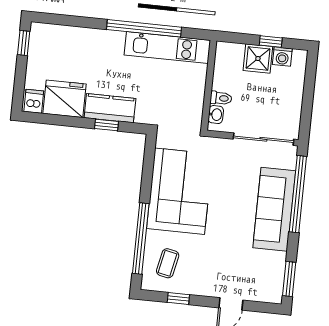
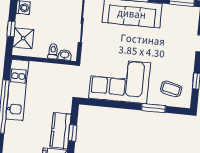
window: (271, 41) -> (11, 29), moved
shower: (258, 59) -> (23, 38), moved
window: (141, 238) -> (154, 108), width x0.47

